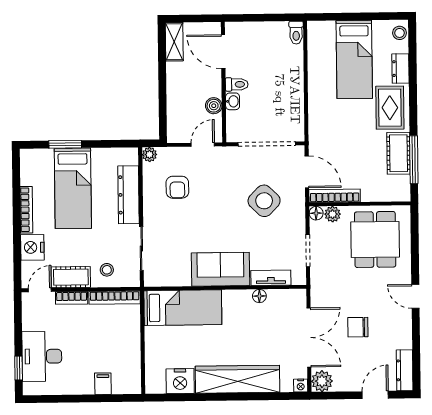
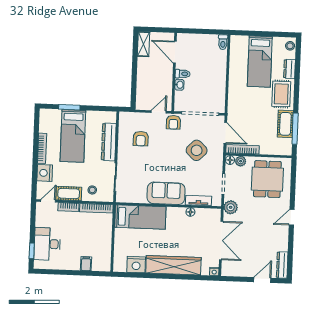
boiler: (214, 106) -> (167, 87), removed
plant: (150, 155) -> (124, 117), removed
armchair: (226, 160) -> (173, 122), added
door: (415, 296) -> (292, 217), hinge flipped
chair: (358, 327) -> (253, 235), removed
plant: (322, 381) -> (231, 207), moved

